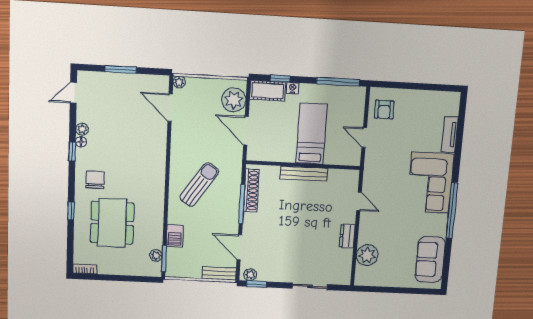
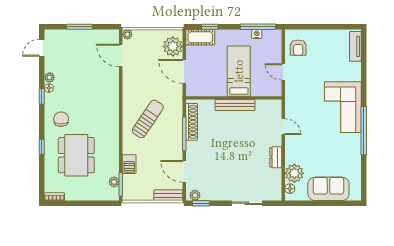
nightstand: (293, 88) -> (257, 34), moved
tv unit: (450, 135) -> (355, 46), moved
sofa: (430, 259) -> (328, 189), moved, turned 90
floor lamp: (361, 272) -> (290, 189), added

